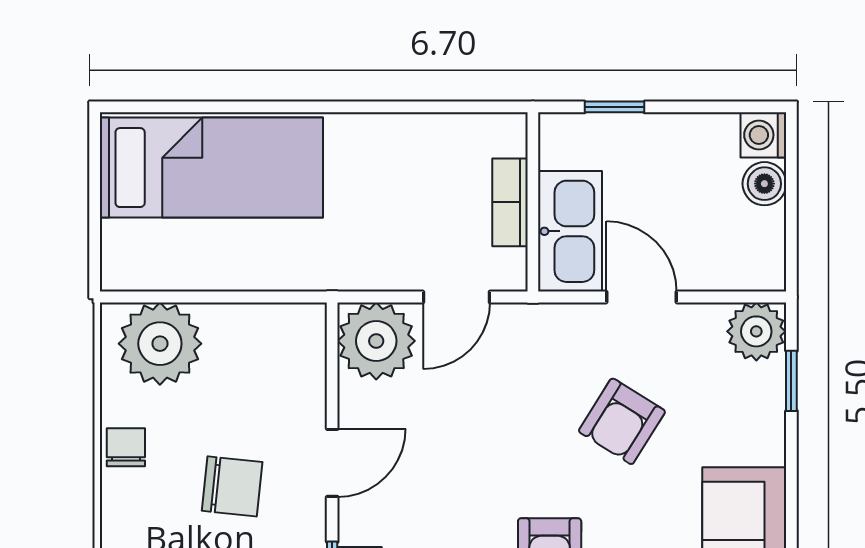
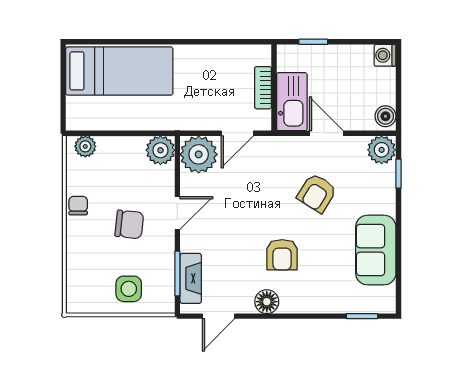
boiler: (764, 184) -> (385, 116), moved
plant: (297, 332) -> (160, 150), added
plant: (160, 344) -> (85, 146), width x0.53, depth x0.53

